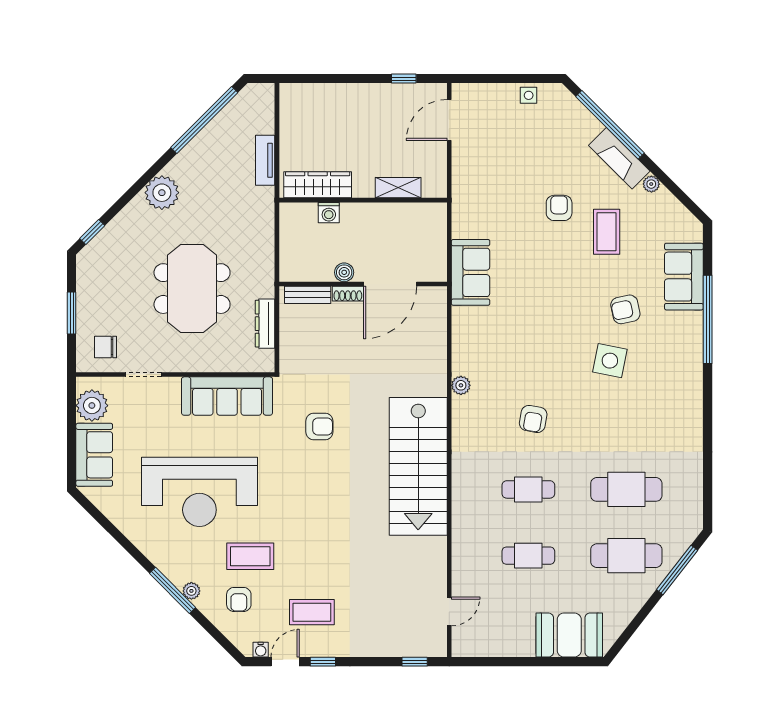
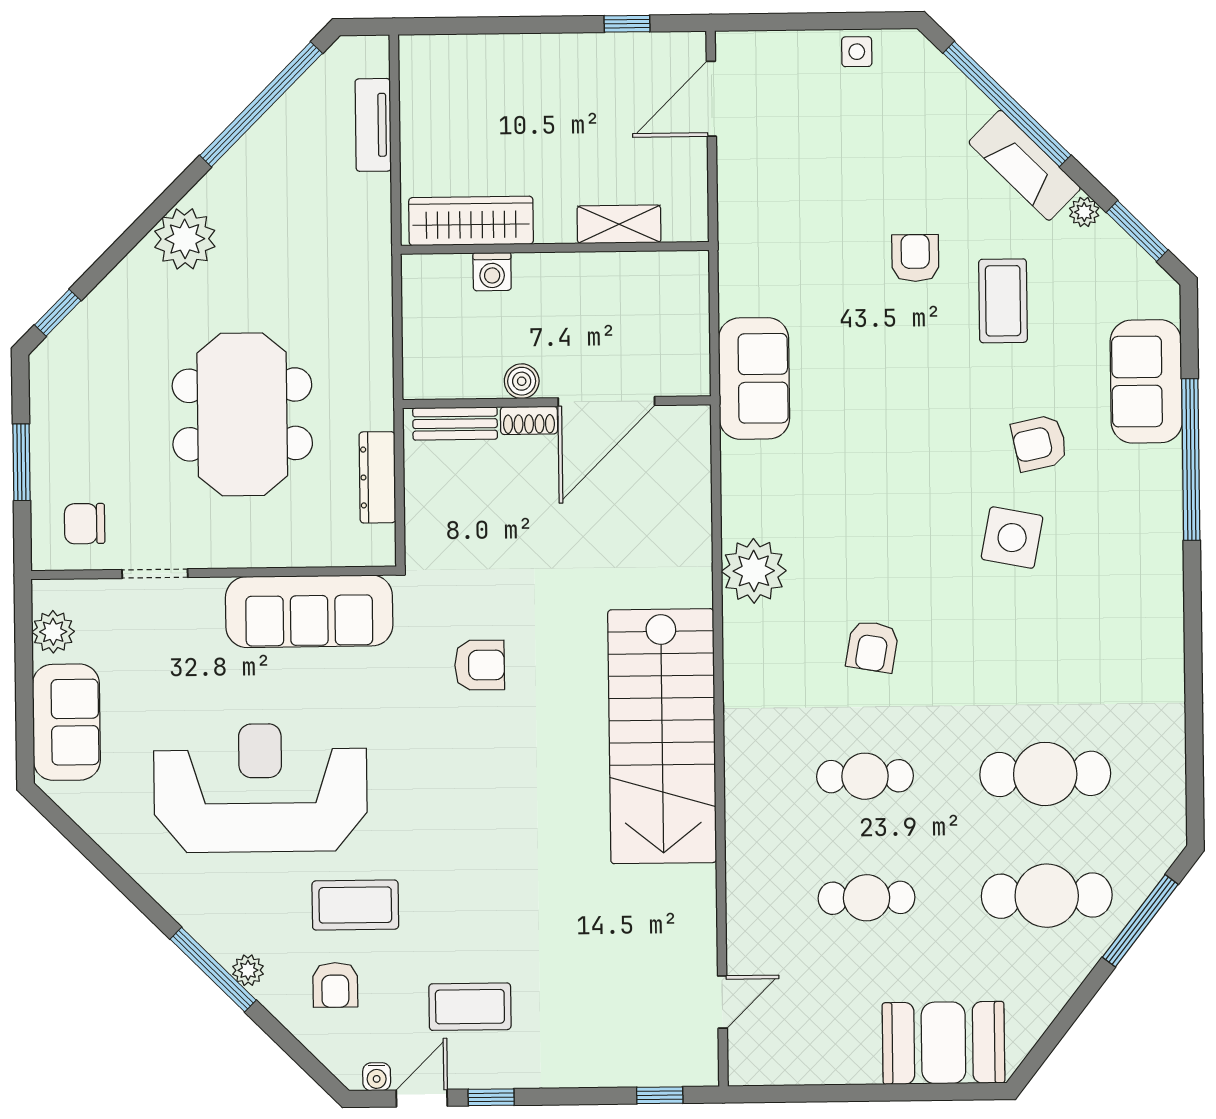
tv unit: (265, 160) -> (373, 125), moved
window: (680, 195) -> (1137, 231), added
plant: (461, 385) -> (754, 571), width x1.87, depth x1.87
plant: (92, 406) -> (53, 632), width x0.73, depth x0.73
reception desk: (199, 492) -> (260, 788), turned 180

